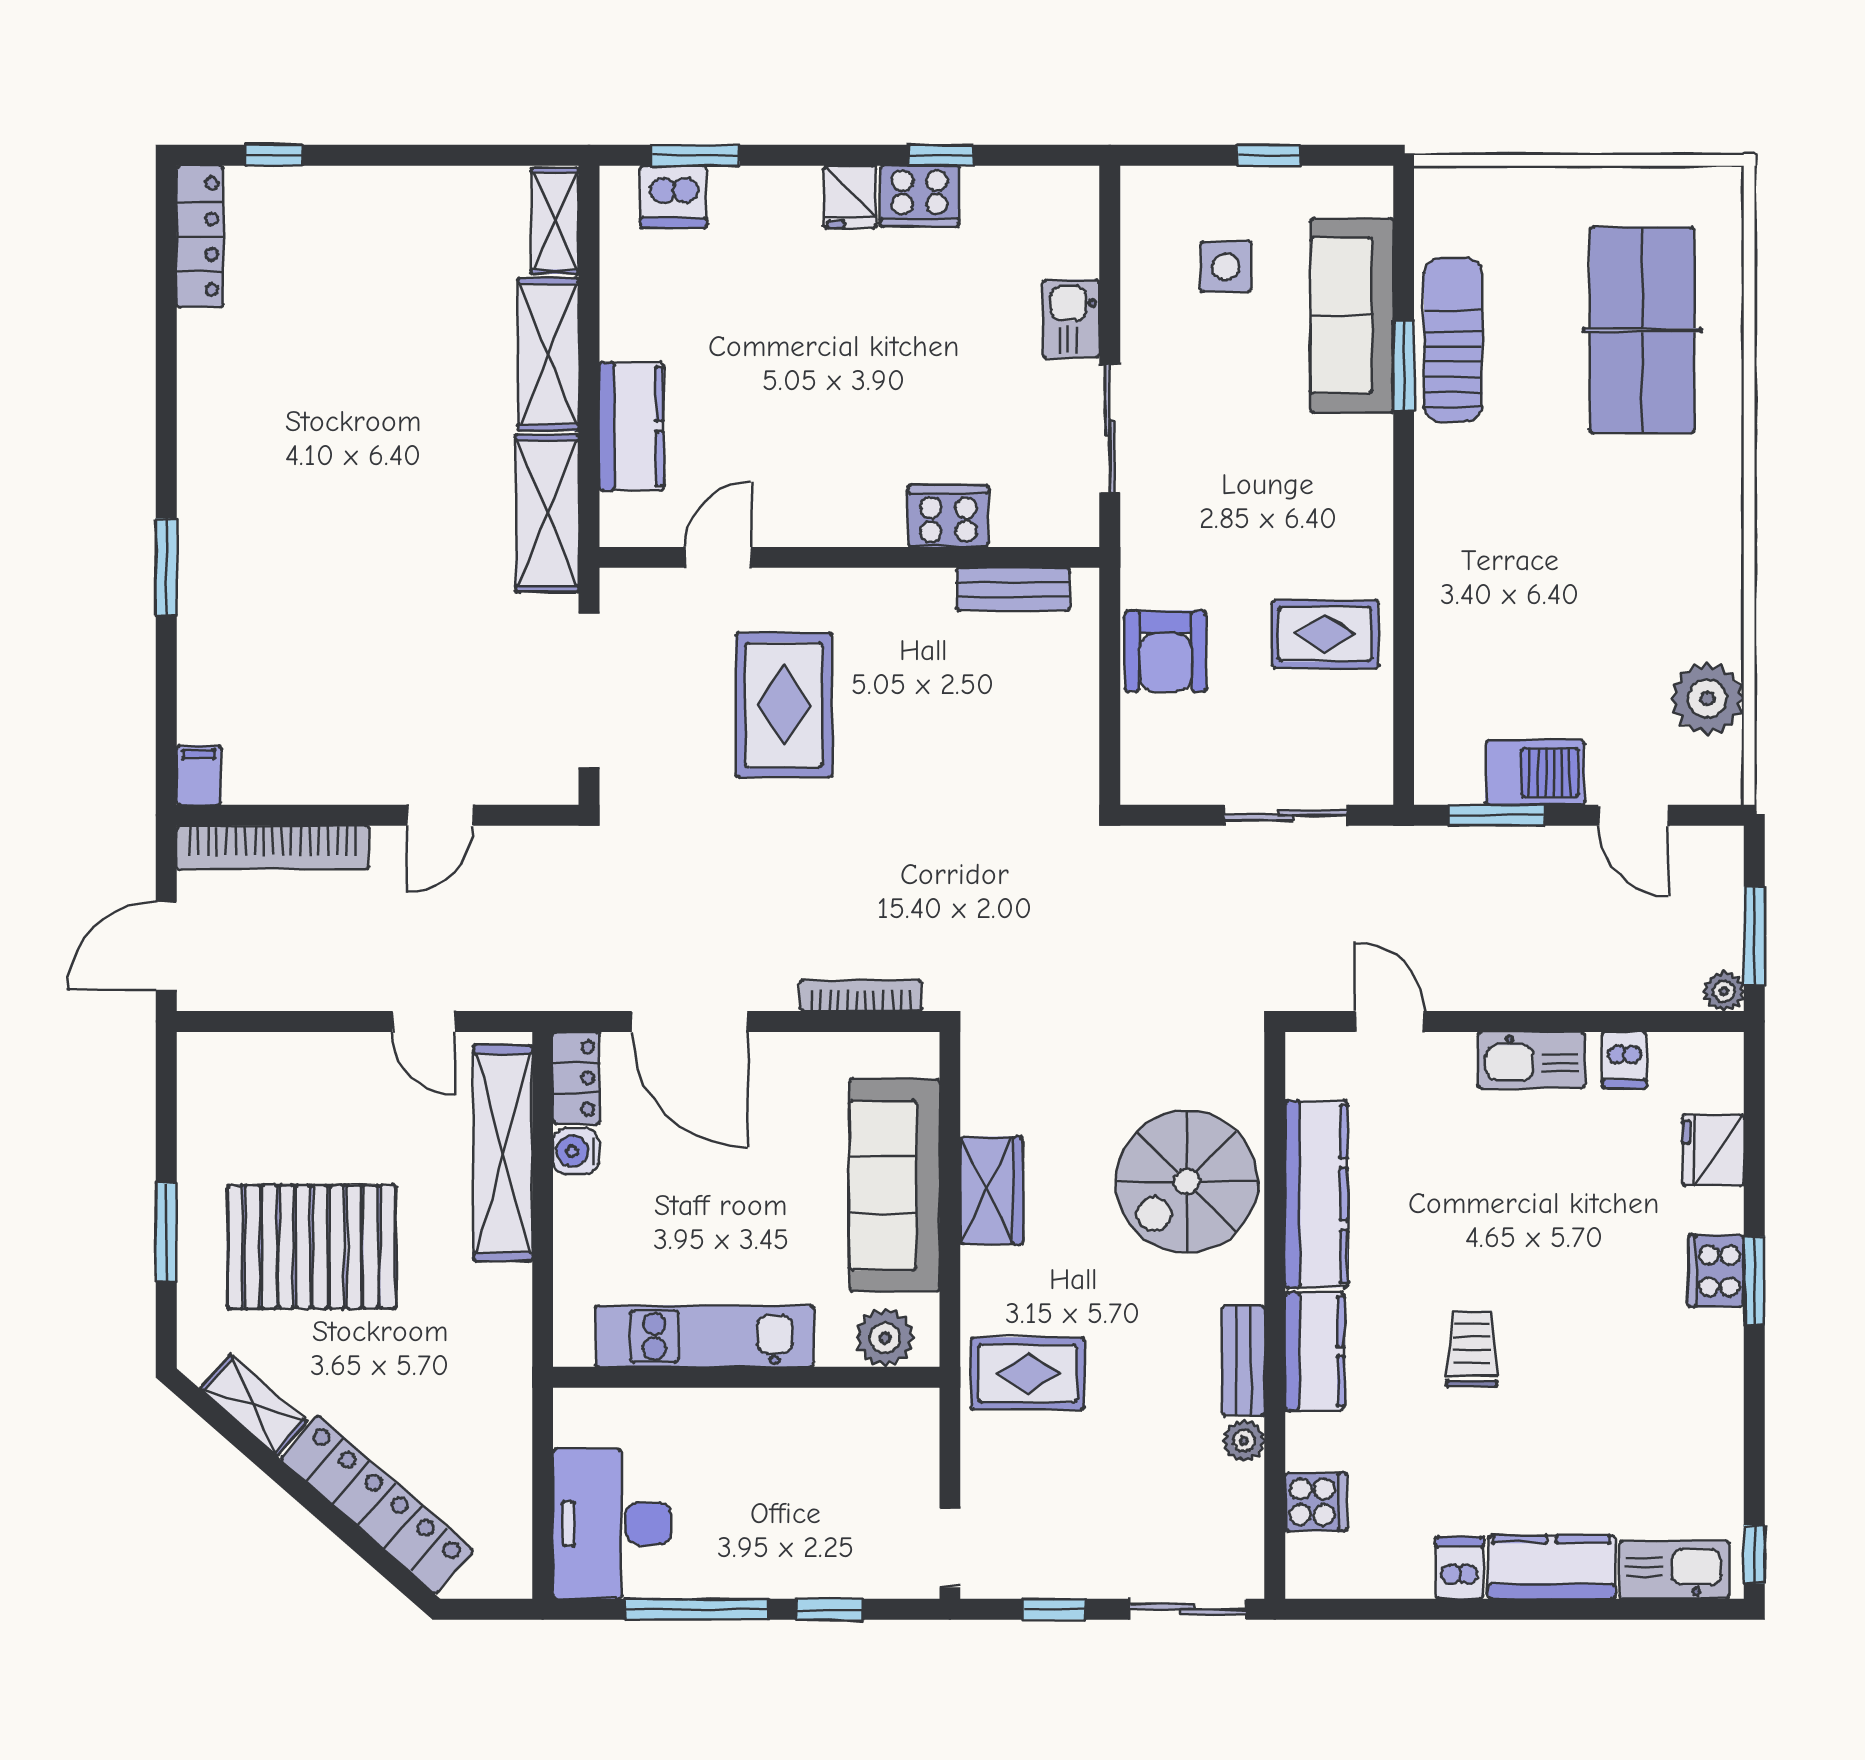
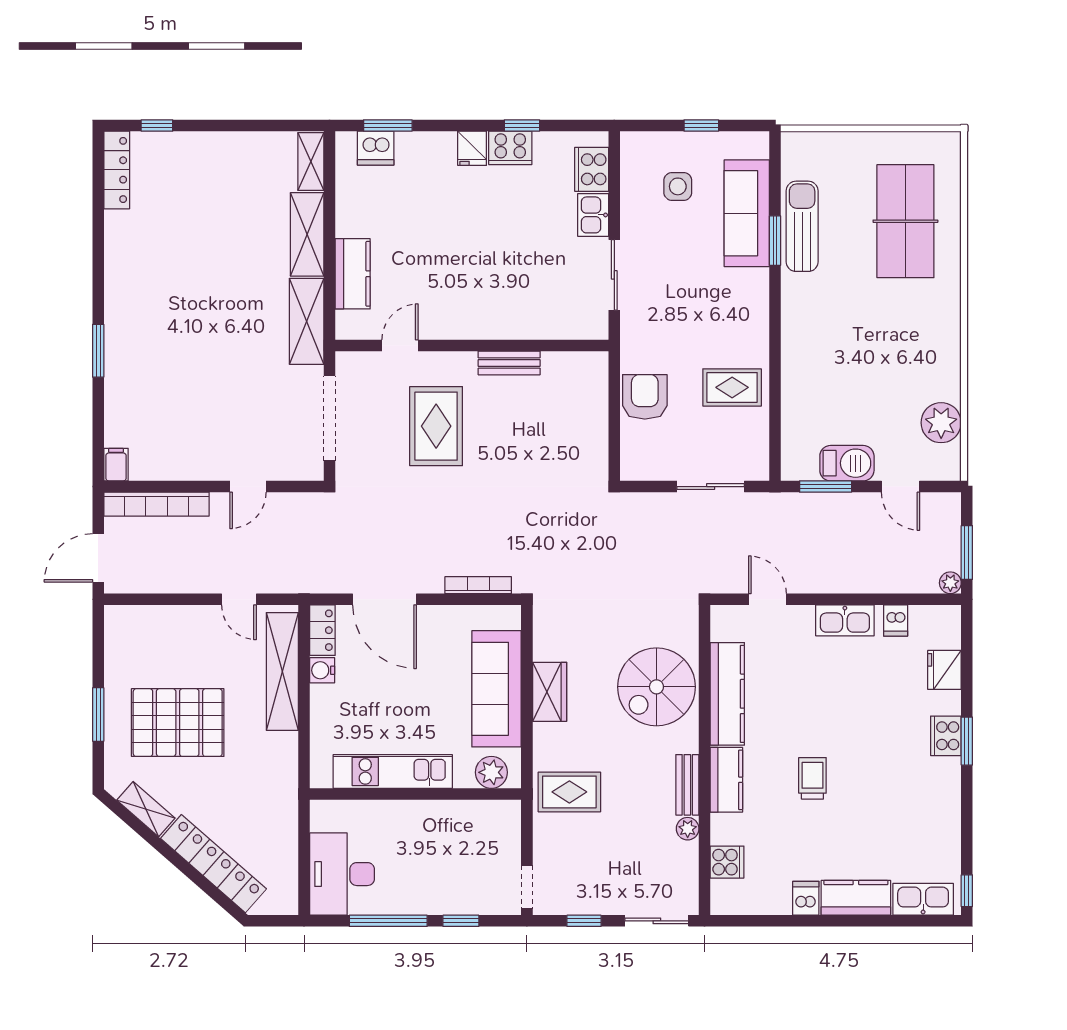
cooker: (948, 516) -> (592, 169), moved, turned -90
bench: (1013, 589) -> (509, 363), moved
armchair: (1166, 651) -> (645, 397), turned 180

